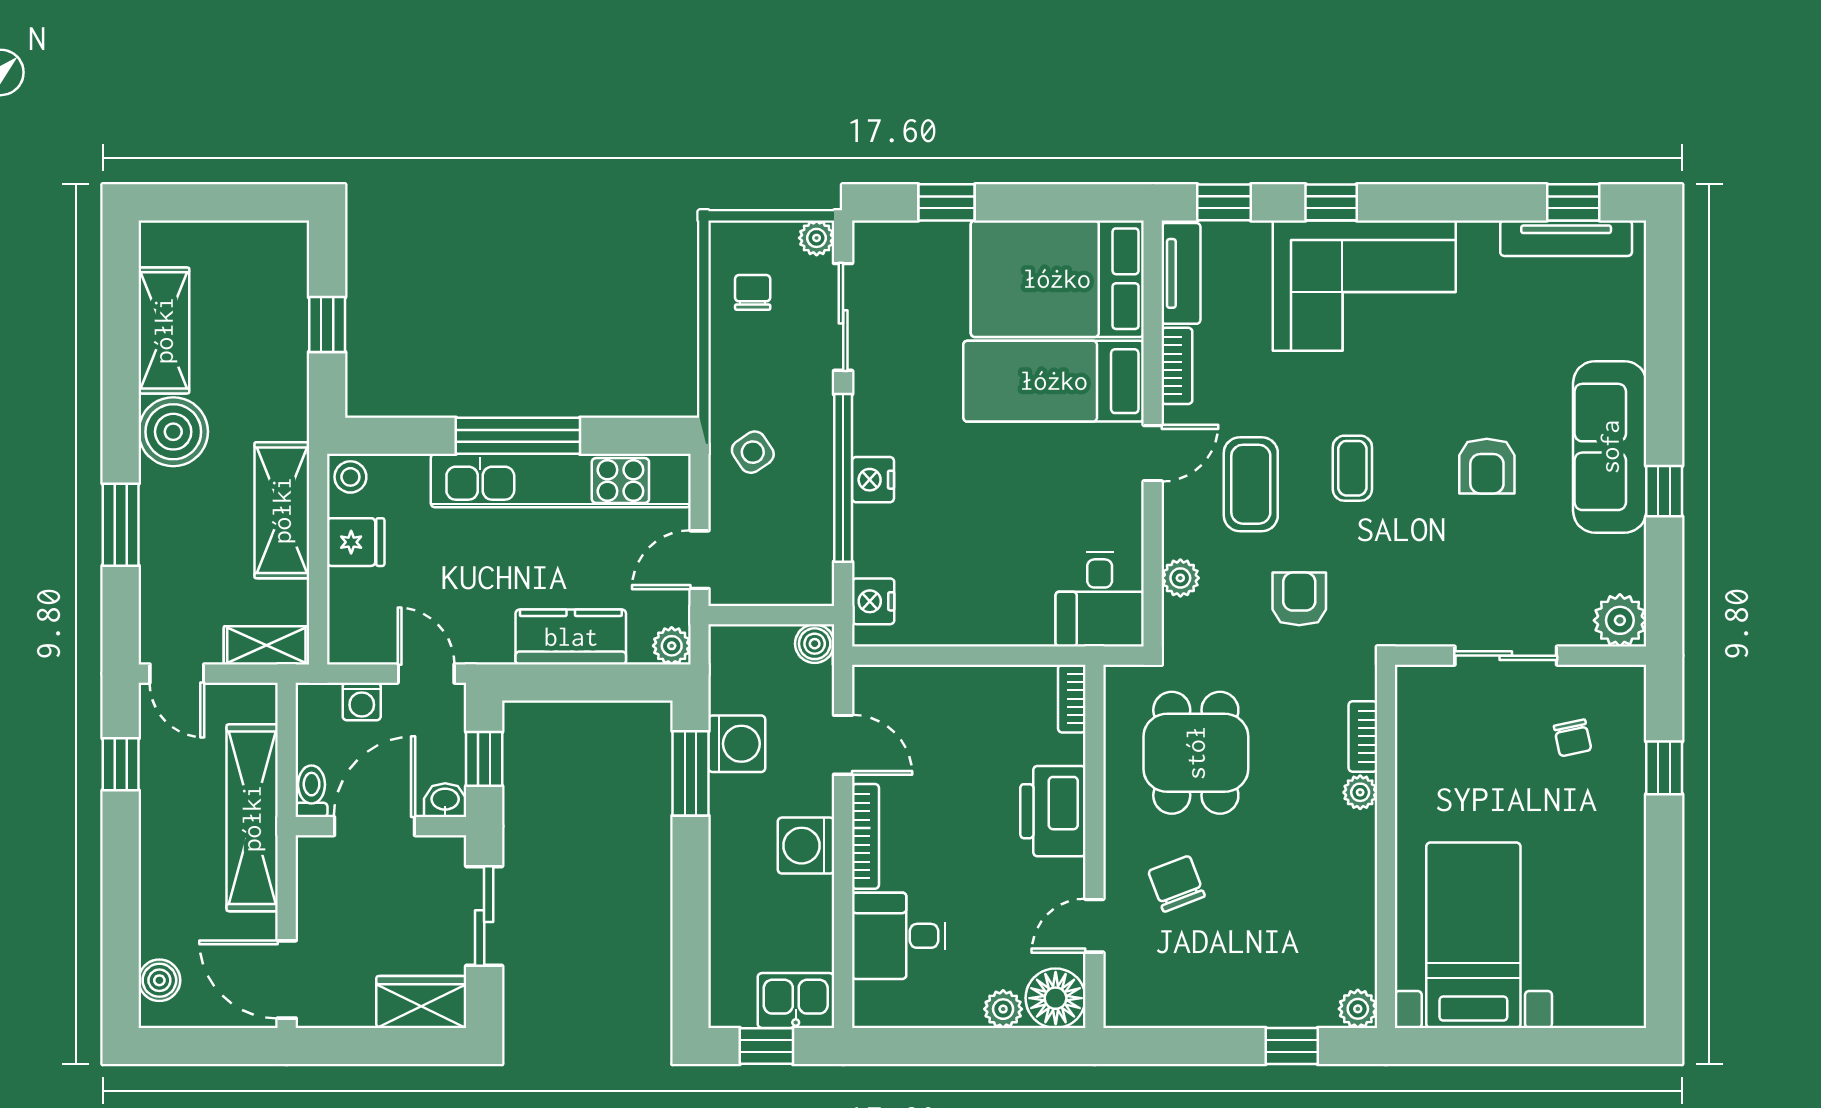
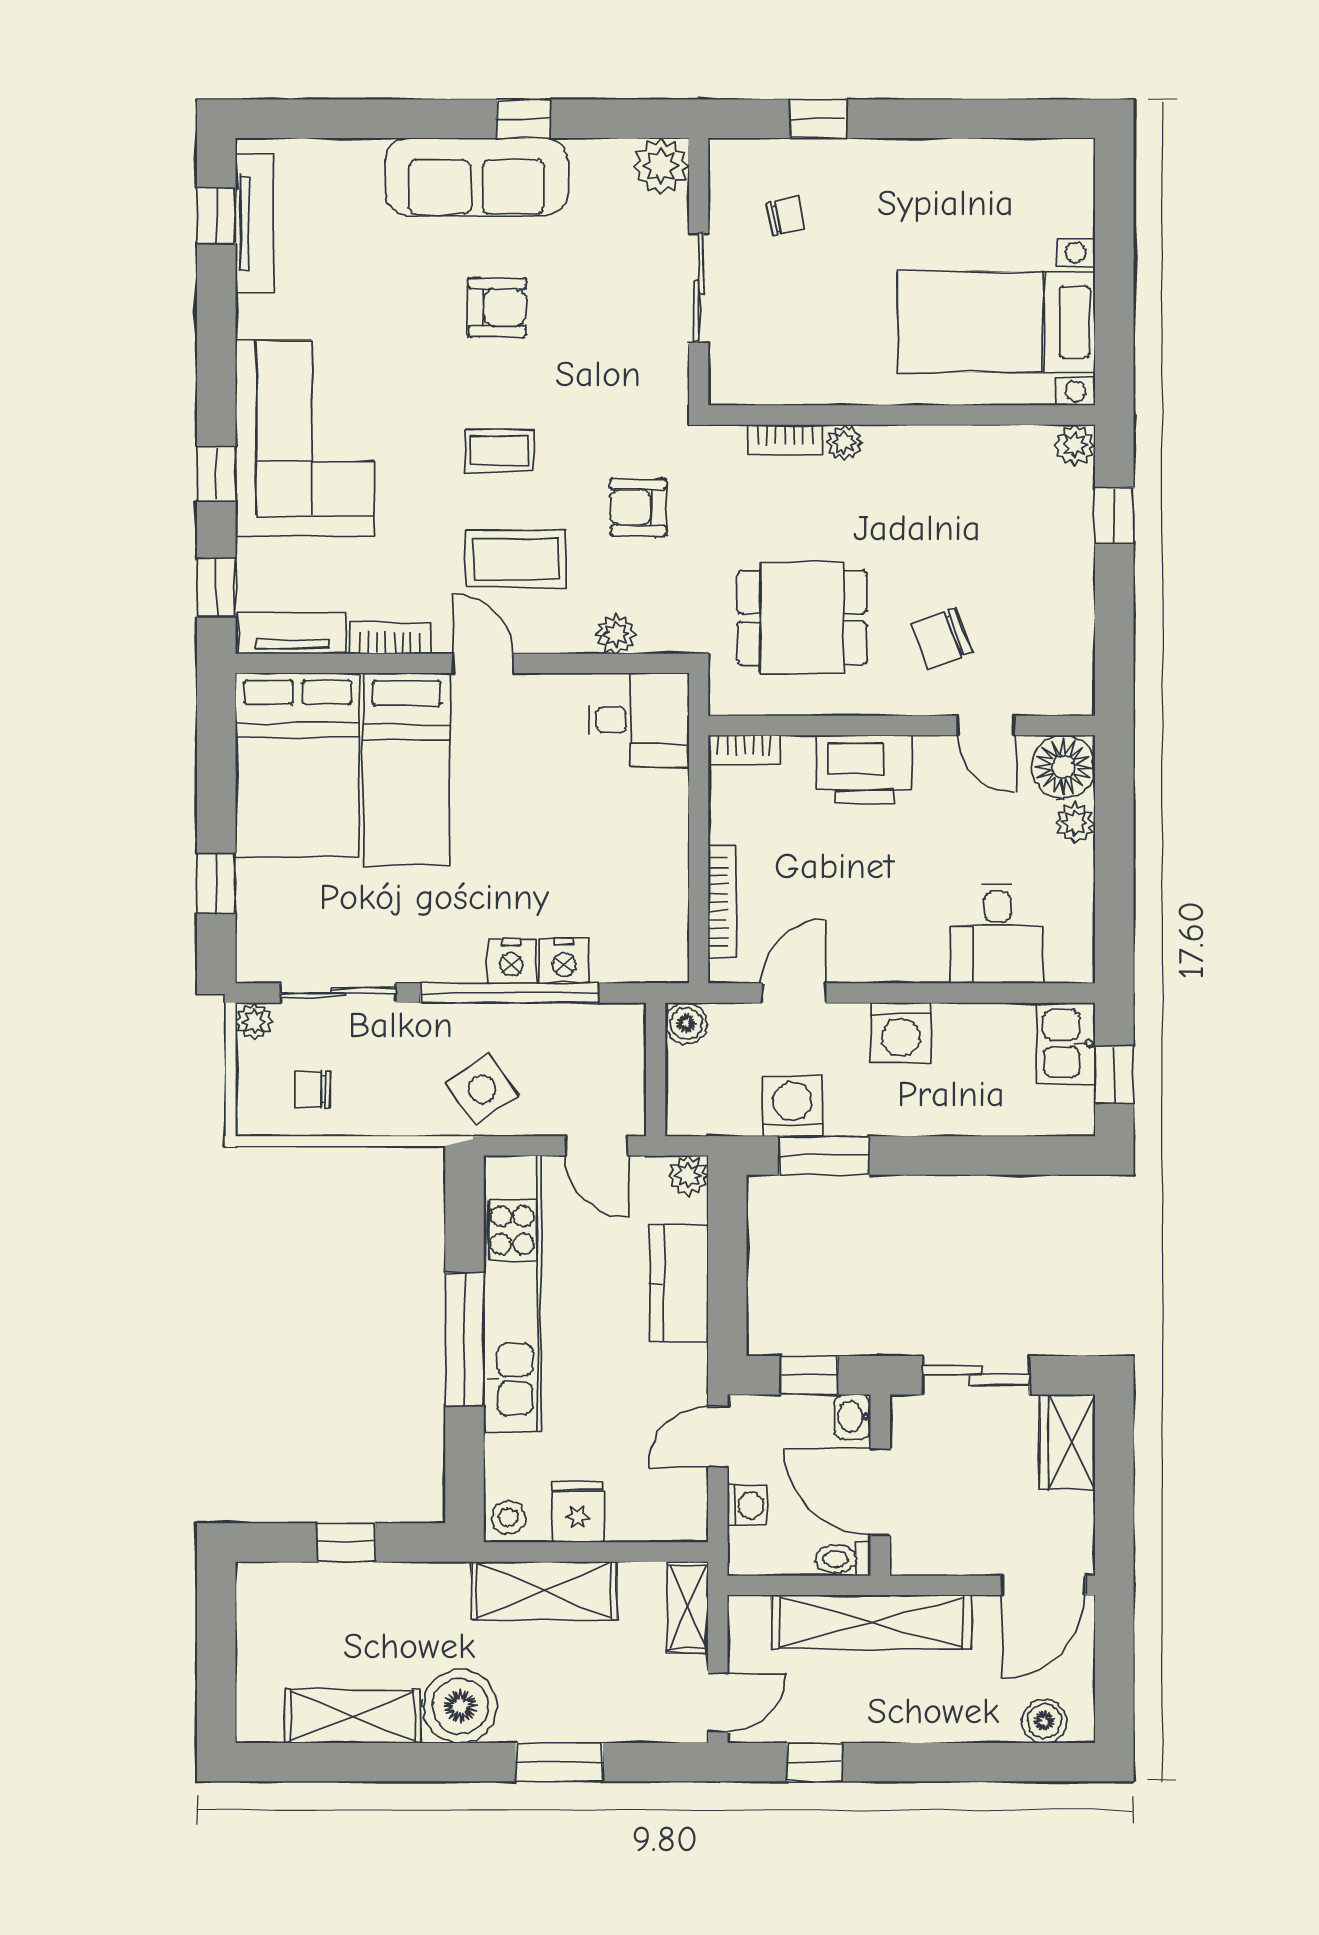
side table: (753, 452) -> (482, 1089), width x1.37, depth x1.37
nightstand: (873, 601) -> (564, 961), moved
bookcase: (865, 836) -> (723, 902), moved, turned 90

